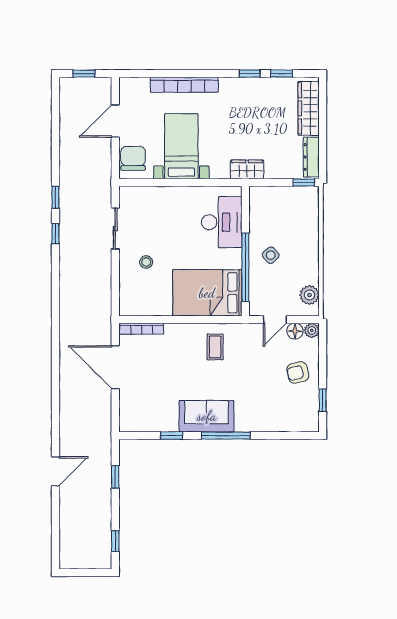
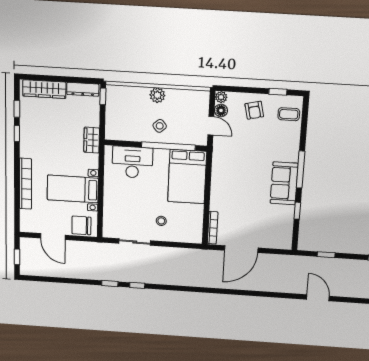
plant: (309, 295) -> (157, 95), moved
coffee table: (215, 347) -> (289, 114), moved

